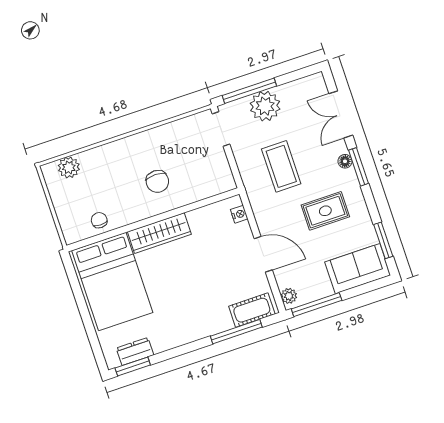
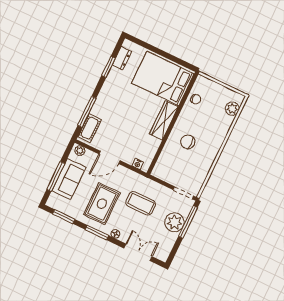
window: (358, 167) -> (97, 233), moved
rug: (325, 211) -> (102, 204), width x1.36, depth x1.43
sofa: (358, 269) -> (69, 179), moved
window: (317, 305) -> (56, 177), moved
window: (133, 367) -> (108, 67), moved

